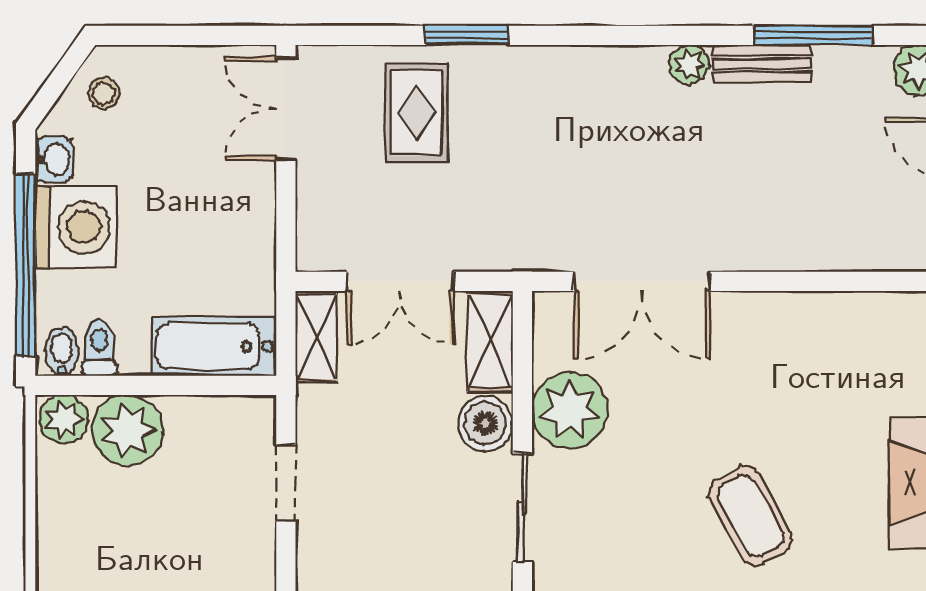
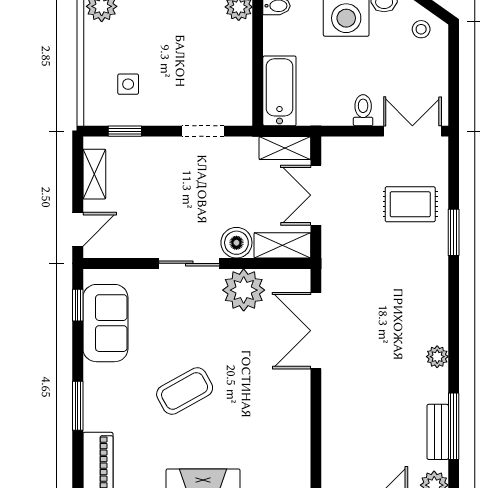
bench: (762, 64) -> (438, 432), moved
toilet: (99, 348) -> (363, 110), moved, turned -90
plant: (128, 430) -> (233, 43), removed

